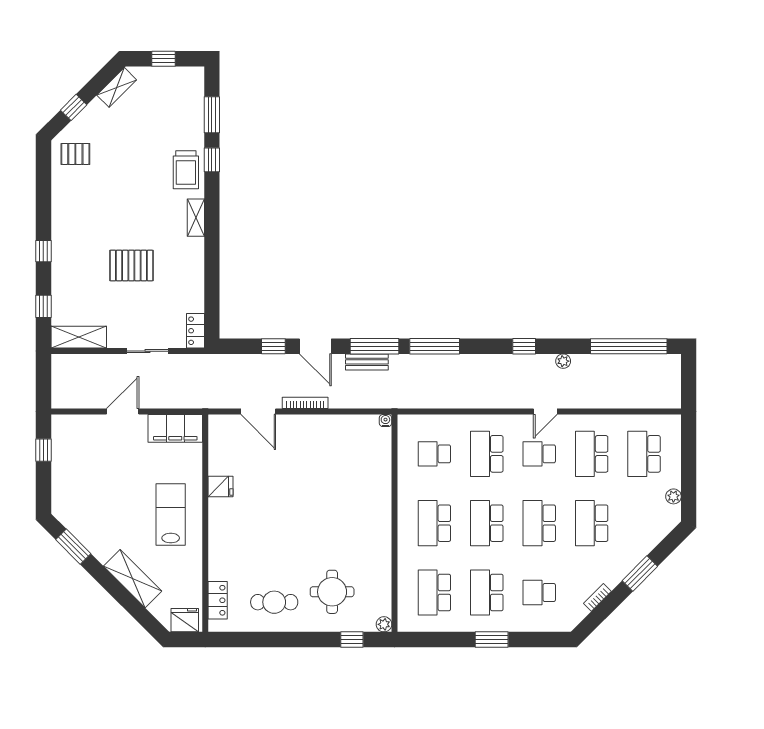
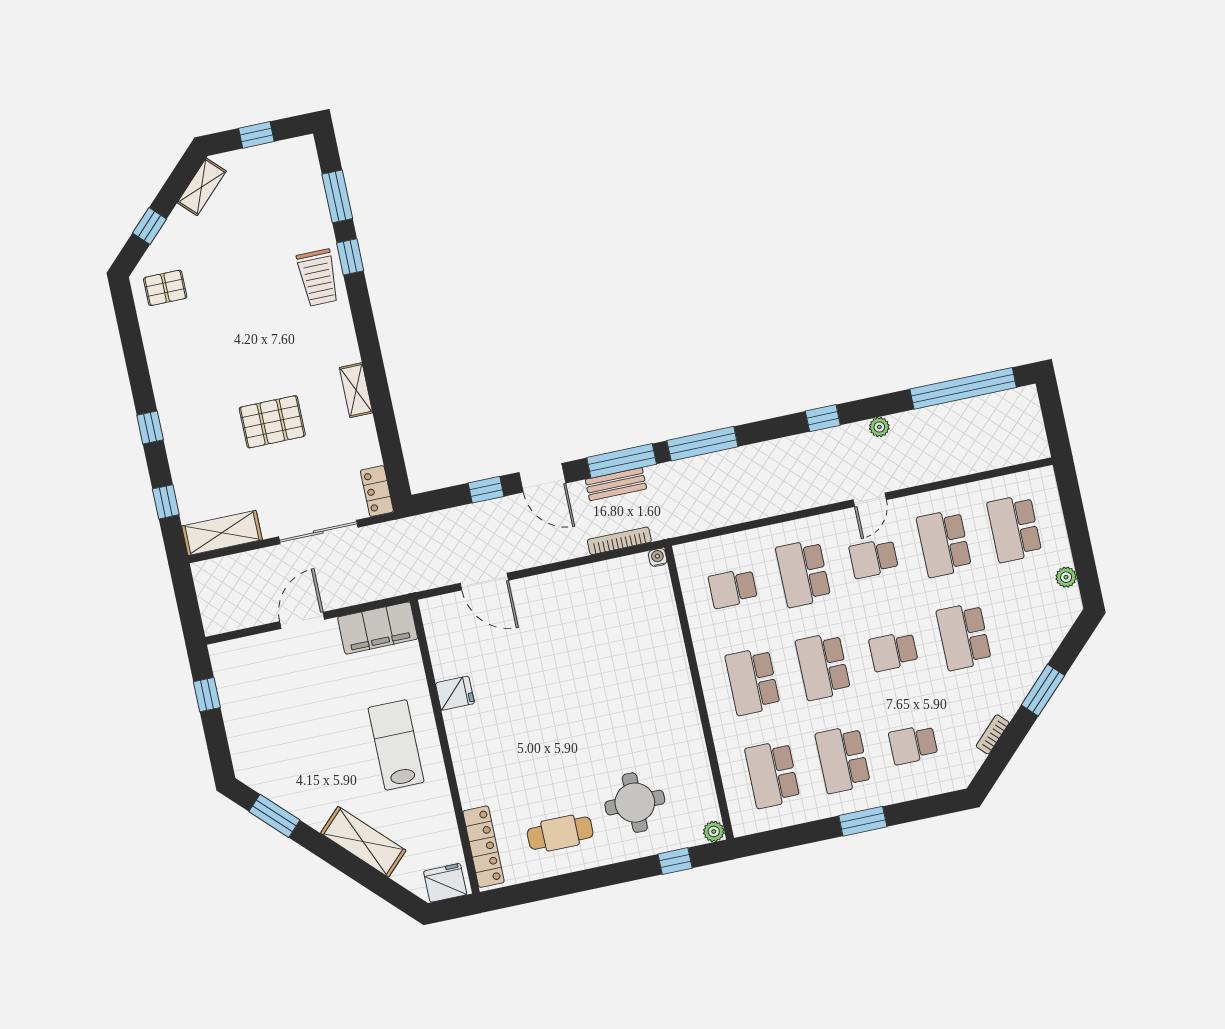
shelving: (196, 218) -> (356, 390), moved
sliding door: (148, 351) -> (318, 532), width x1.37
bookcase: (305, 403) -> (619, 541), moved
school desk: (539, 523) -> (893, 651), width x0.54
locker: (218, 600) -> (484, 847), width x1.53

